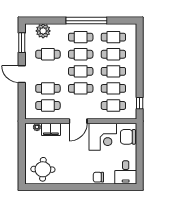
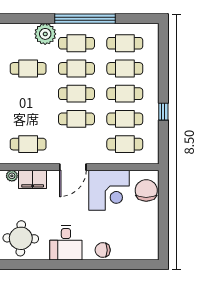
plant: (43, 31) -> (45, 34), moved
cafe table: (48, 88) -> (28, 119), removed
window: (140, 103) -> (163, 112), moved
chair: (128, 137) -> (146, 190), turned 90
desk: (126, 172) -> (66, 243), moved

